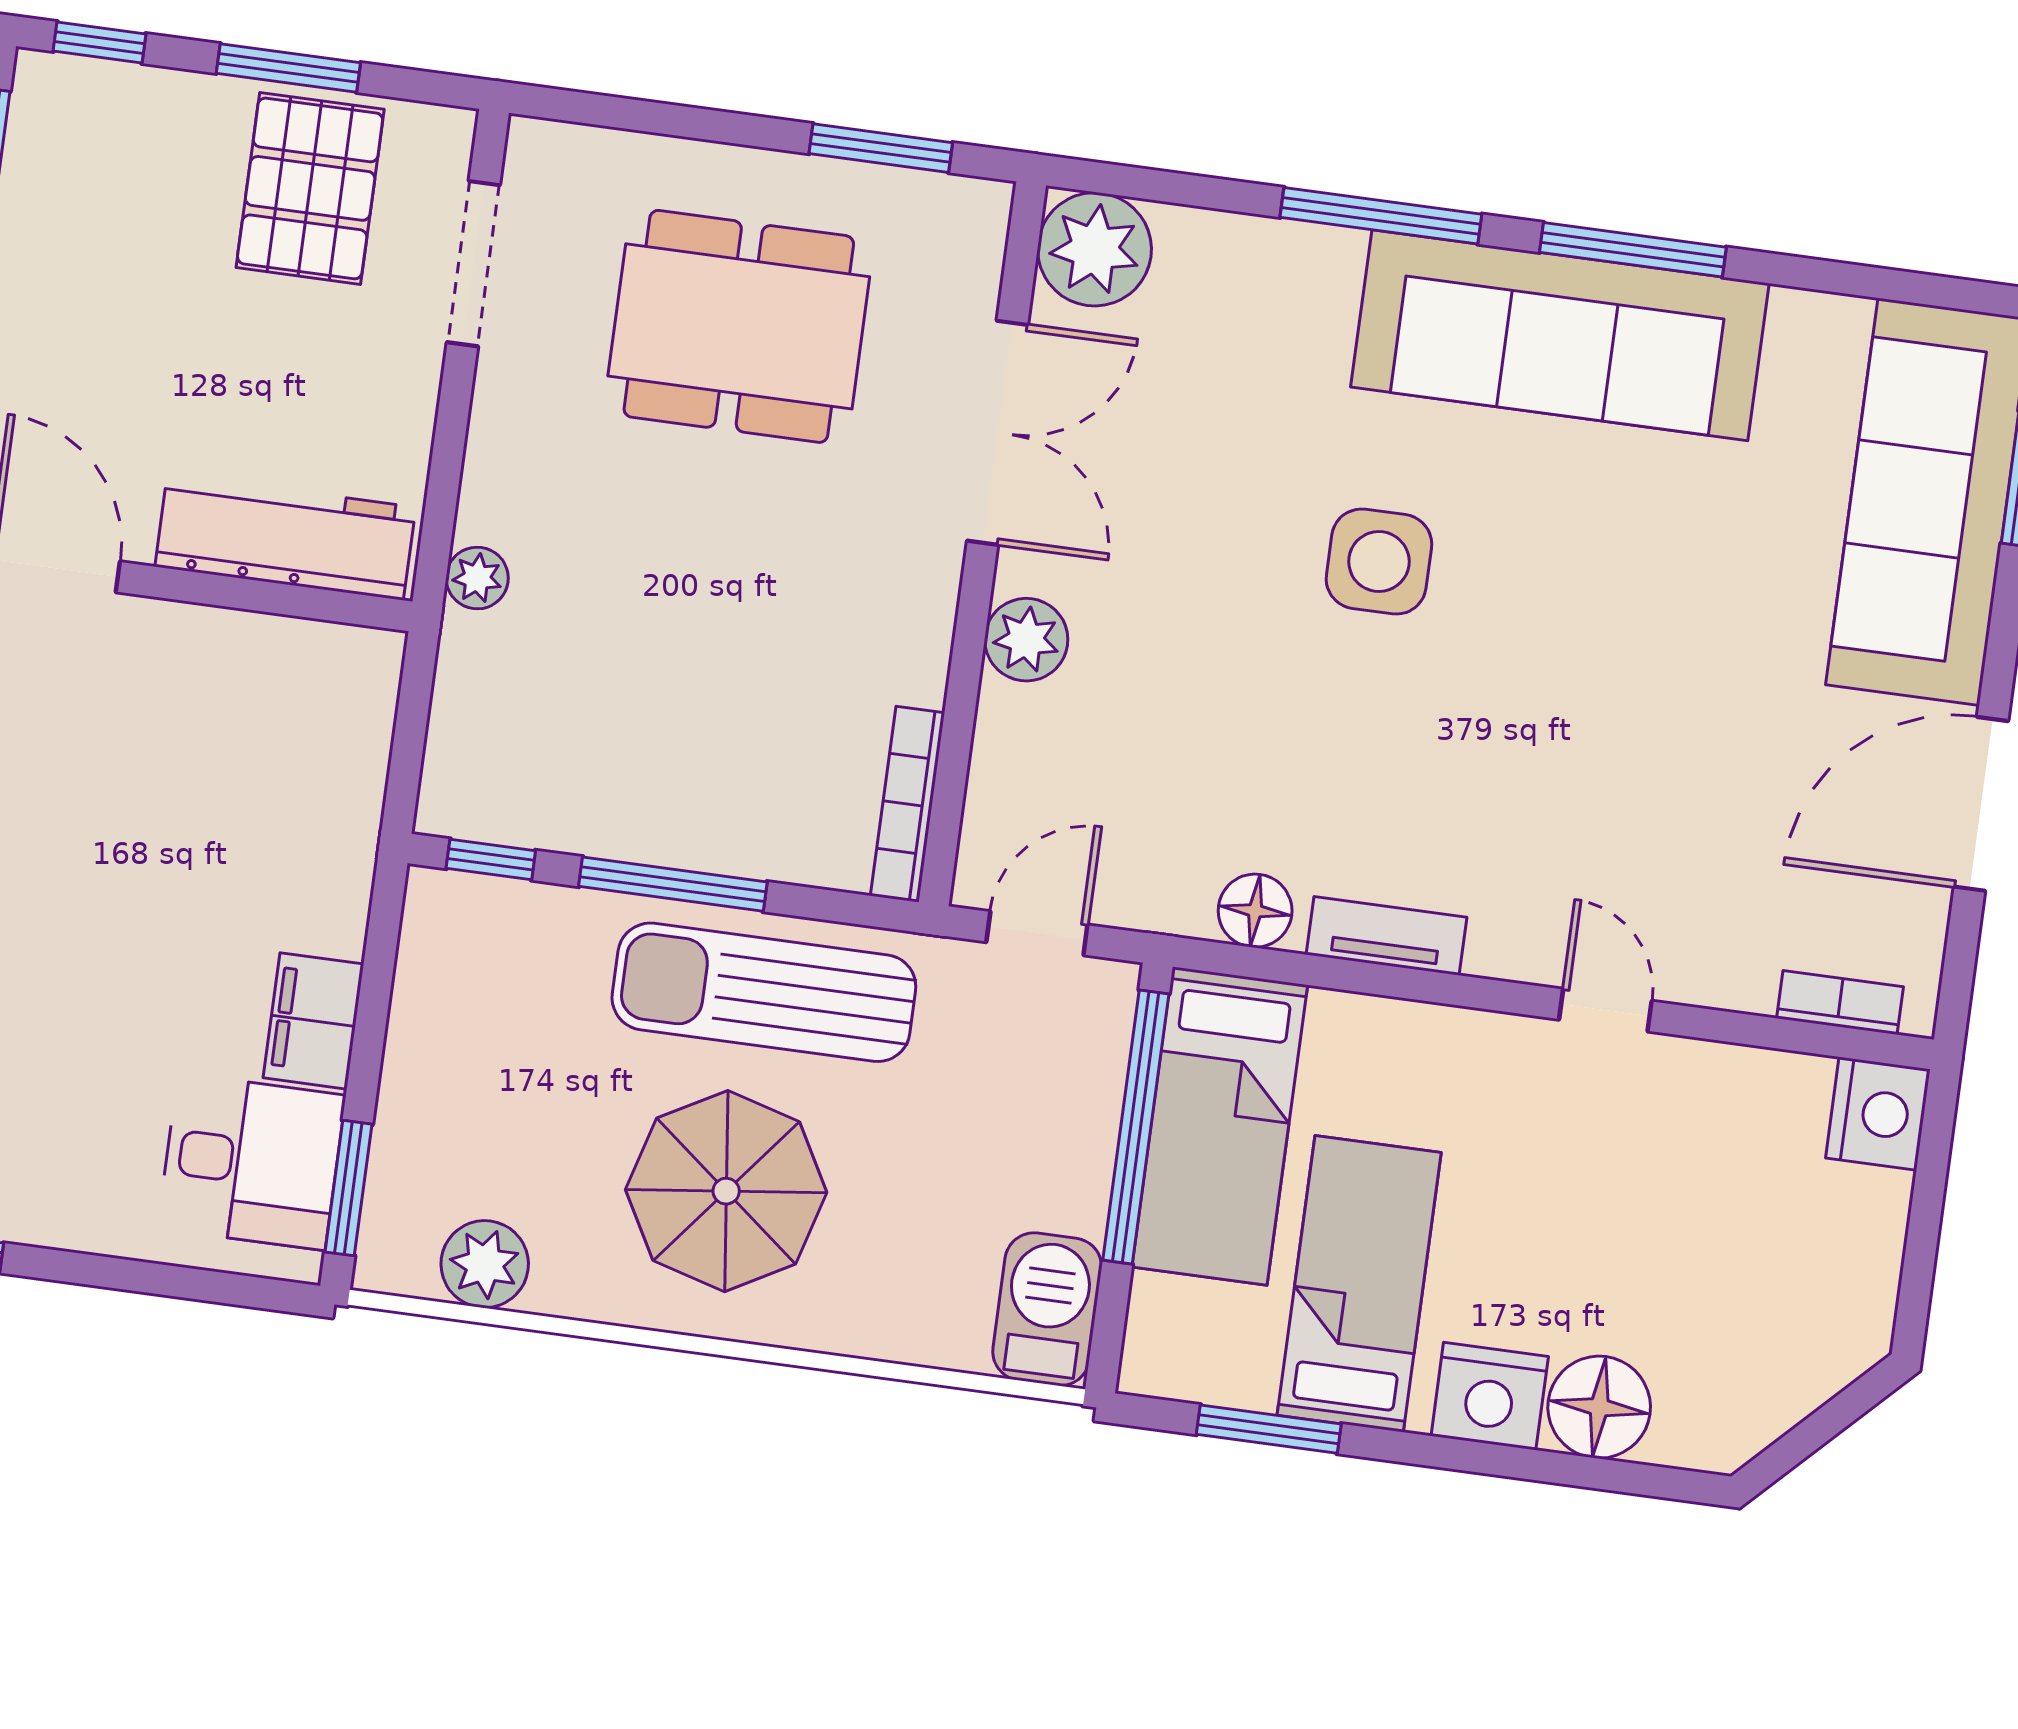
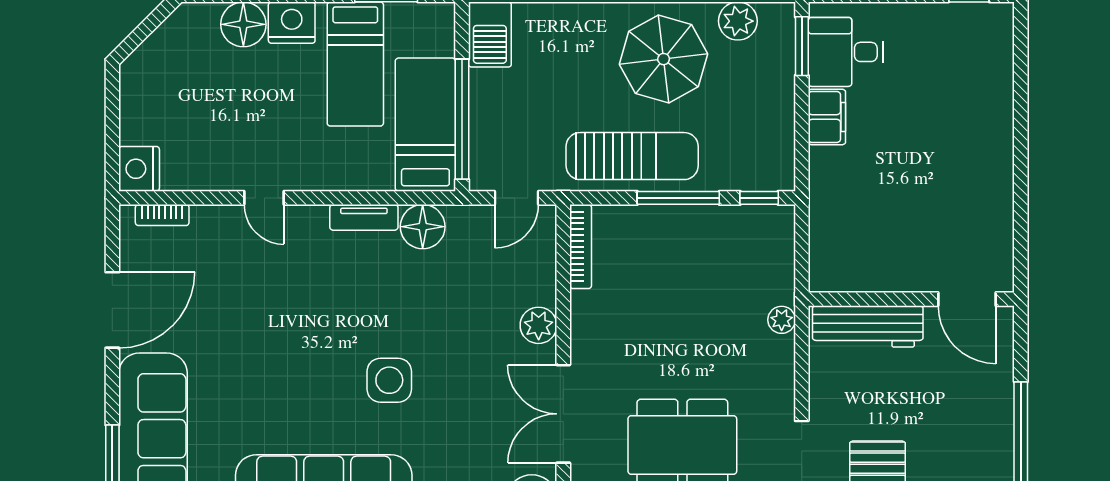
floor lamp: (1255, 911) -> (423, 227), width x1.38, depth x1.38
parasol: (726, 1191) -> (664, 59), moved

